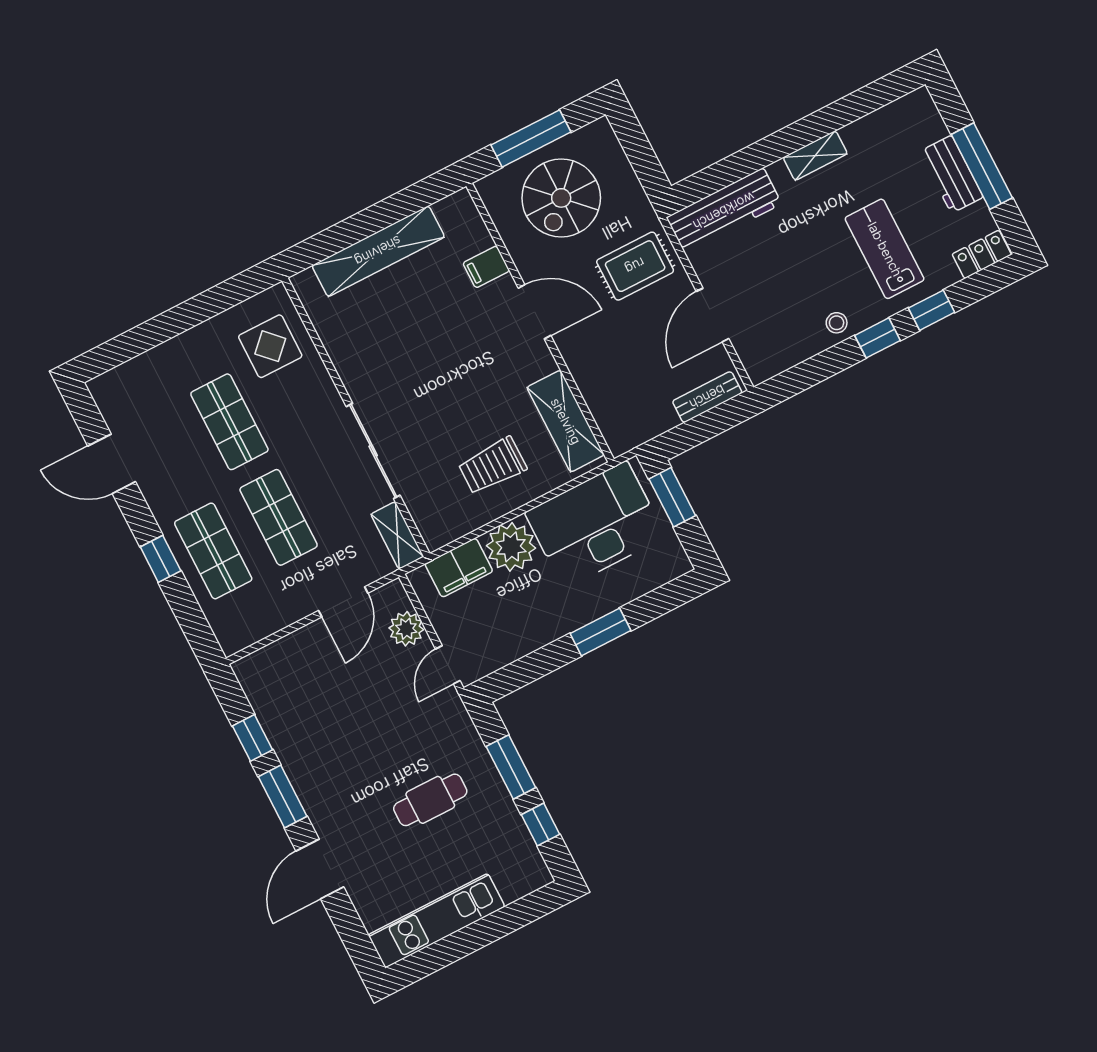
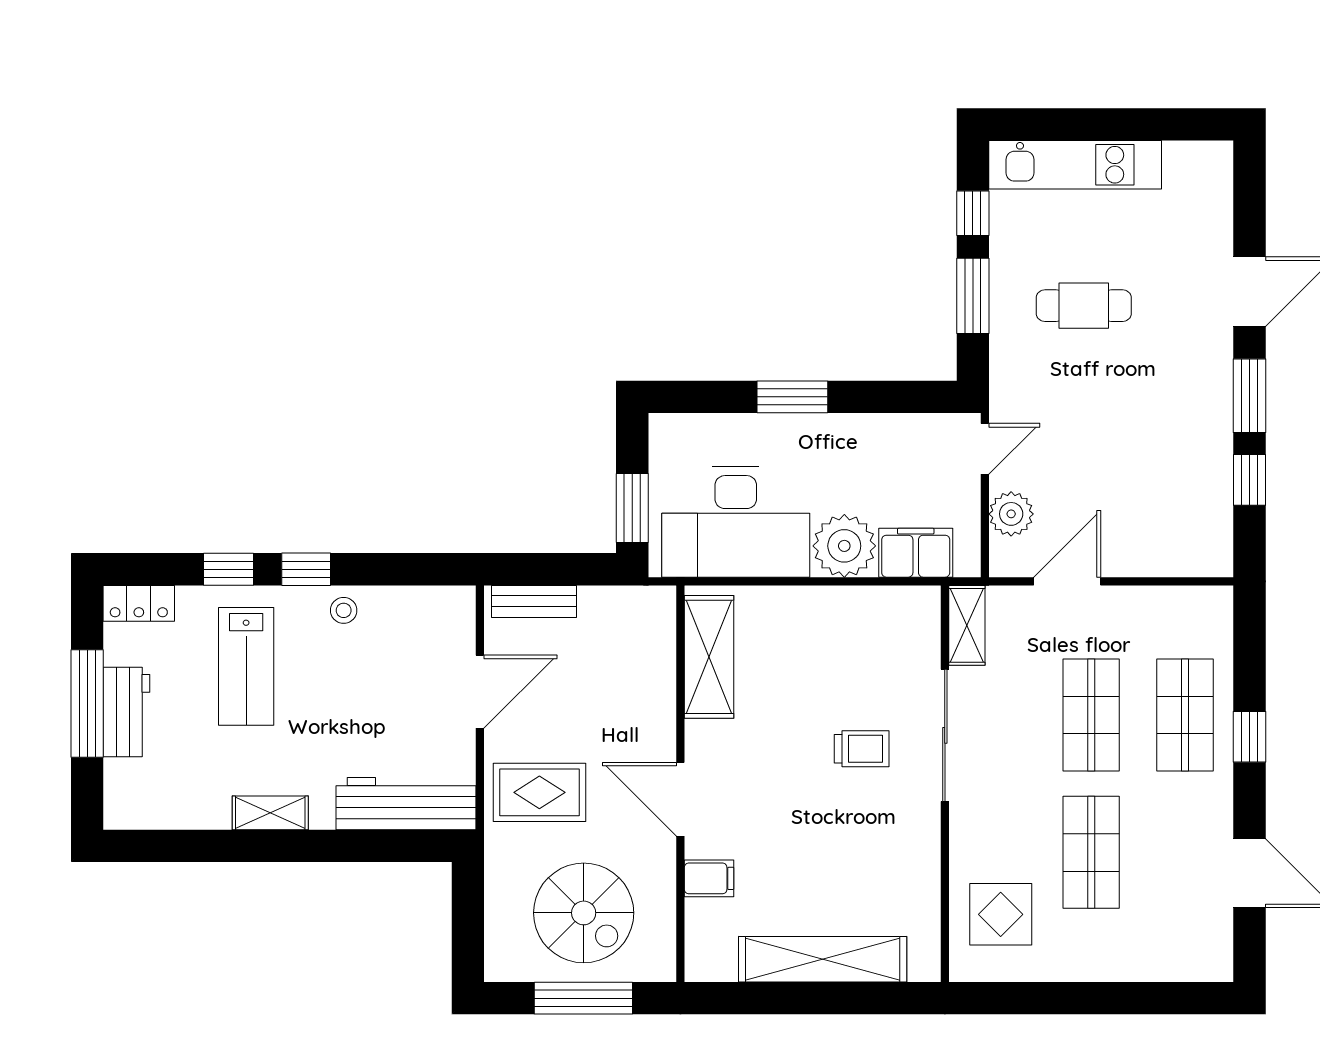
spiral stairs: (561, 198) -> (584, 913), turned 90
trolley: (492, 466) -> (862, 749), moved, width x0.73, depth x0.72
kitchen unit: (436, 921) -> (1075, 165), moved

